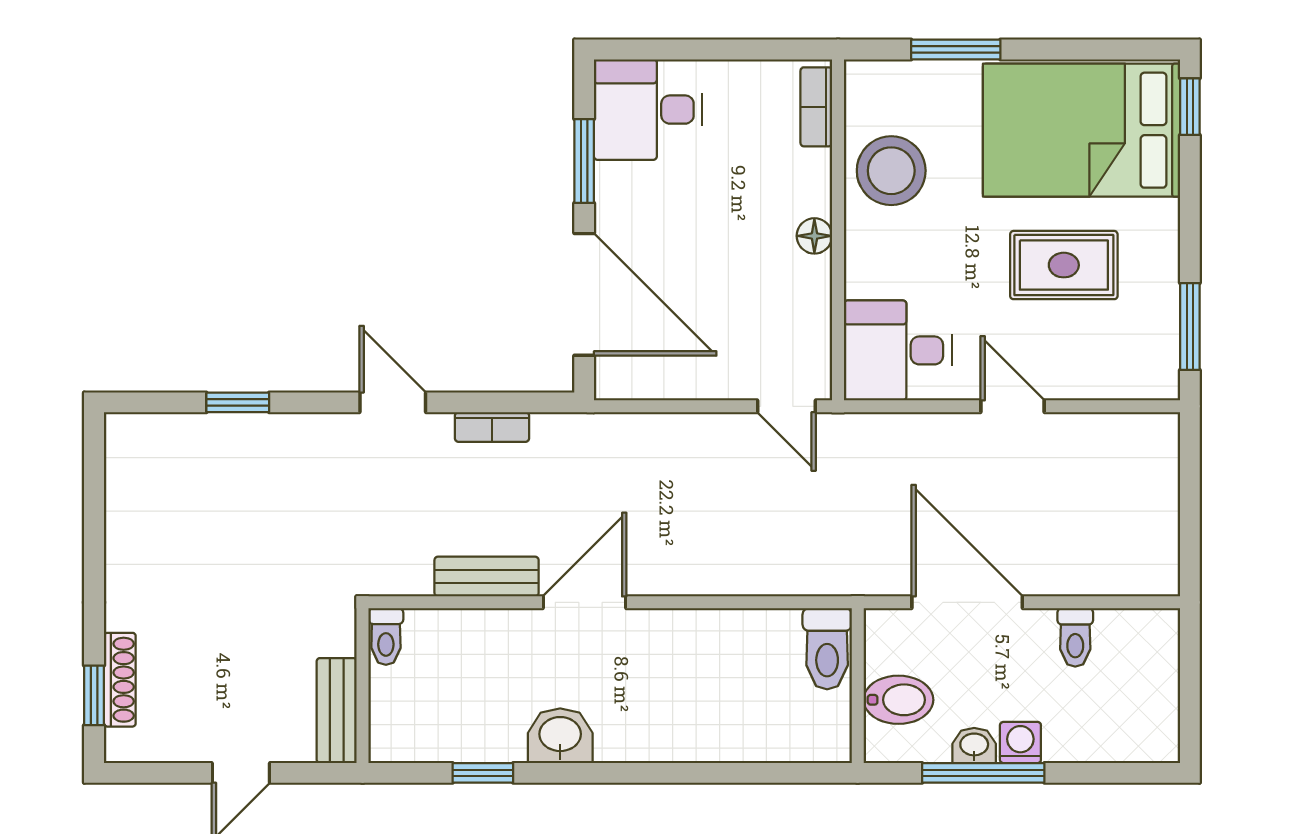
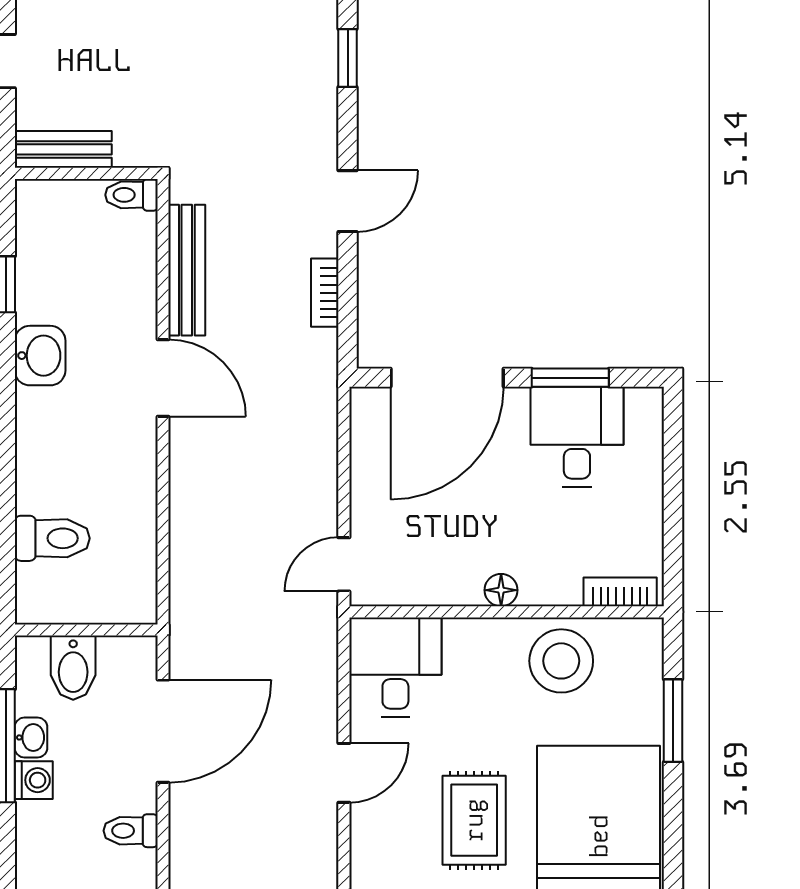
desk: (648, 110) -> (577, 437), moved
bench: (487, 577) -> (187, 270), width x1.36
toilet: (827, 649) -> (52, 538), moved, turned 180

